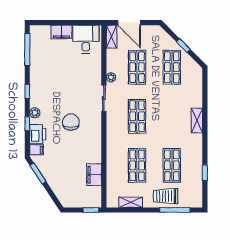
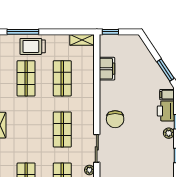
chair: (71, 122) -> (115, 119), moved
trolley: (166, 196) -> (33, 46), turned 180
shelving: (131, 202) -> (82, 40), moved

